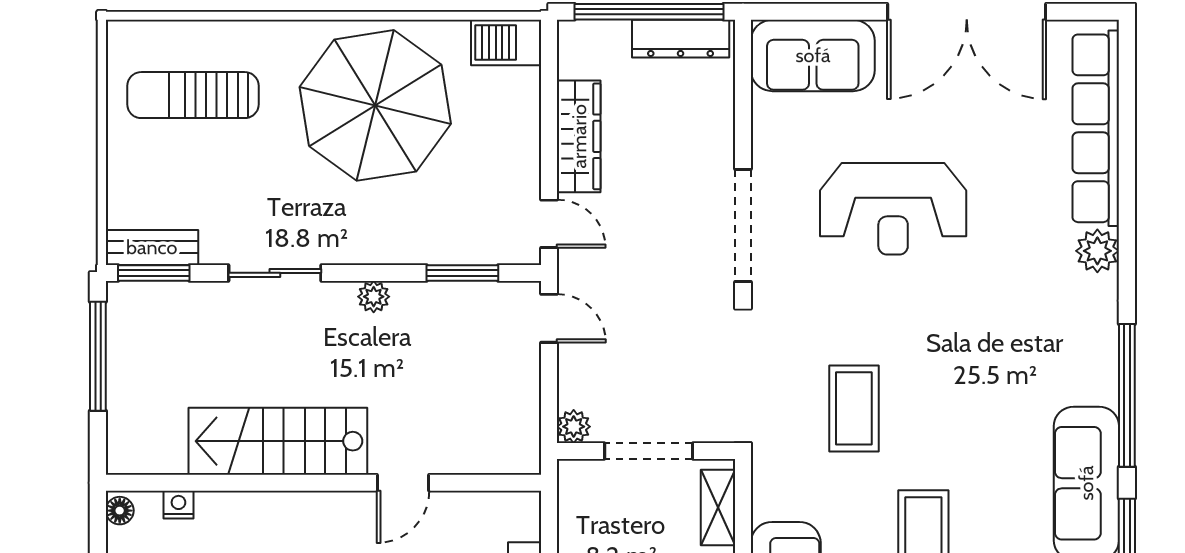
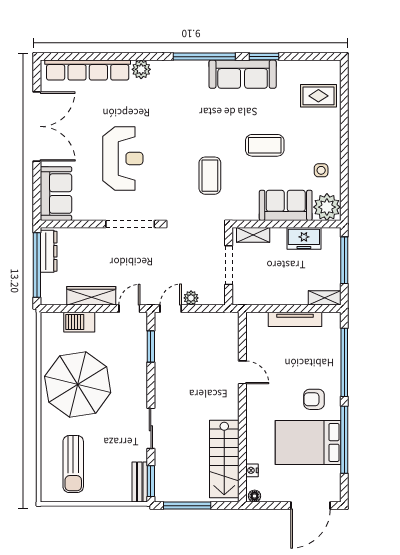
barbecue: (506, 43) -> (79, 322), moved, turned 90
plant: (374, 297) -> (161, 385), removed
coffee table: (854, 408) -> (210, 176), turned 90
plant: (574, 427) -> (191, 298), moved
stairs: (278, 441) -> (224, 459), moved

